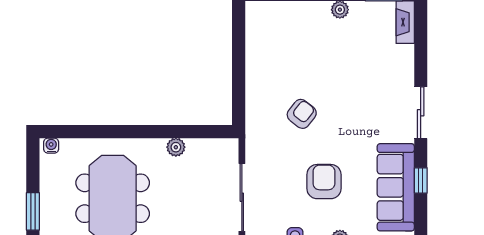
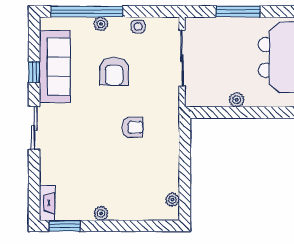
plant: (253, 26) -> (172, 200), added
armchair: (302, 114) -> (133, 127), turned -128

